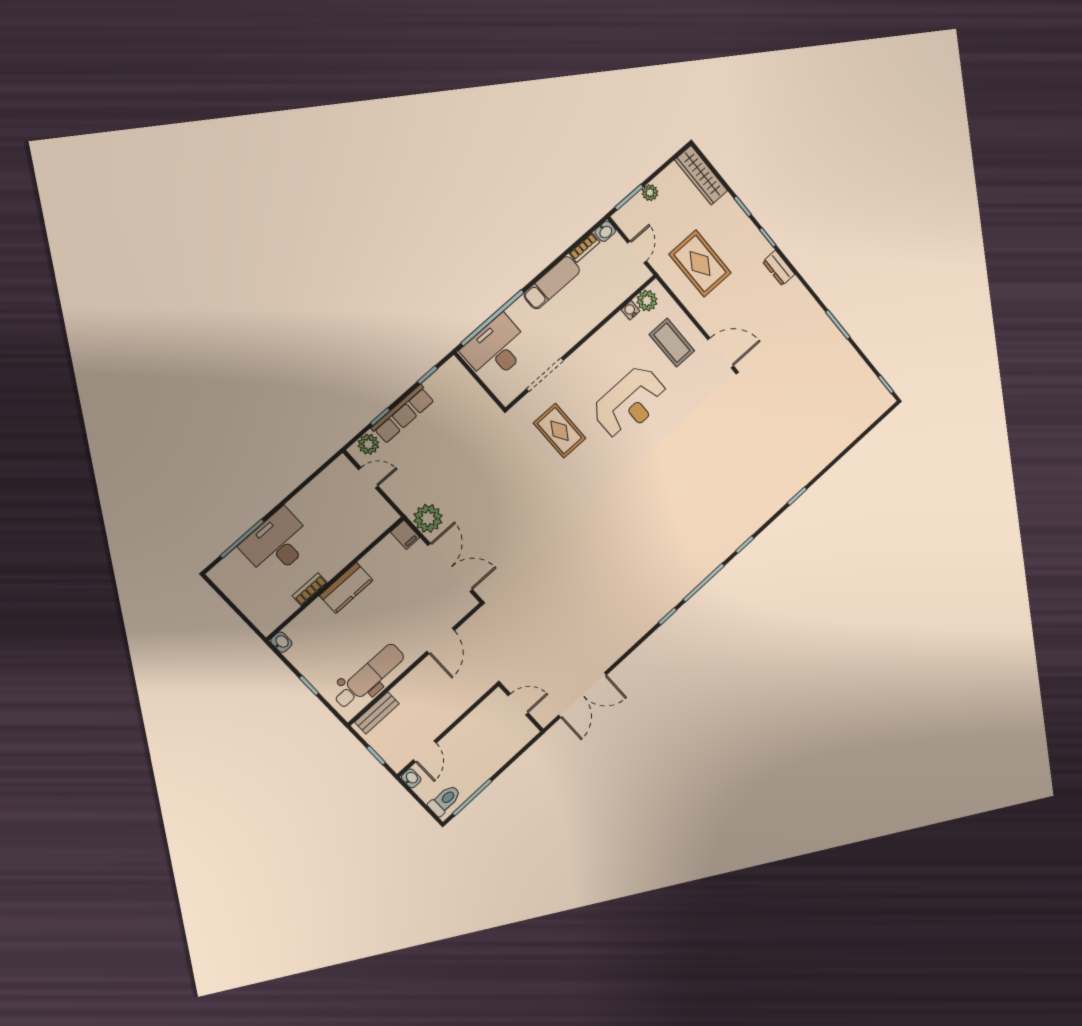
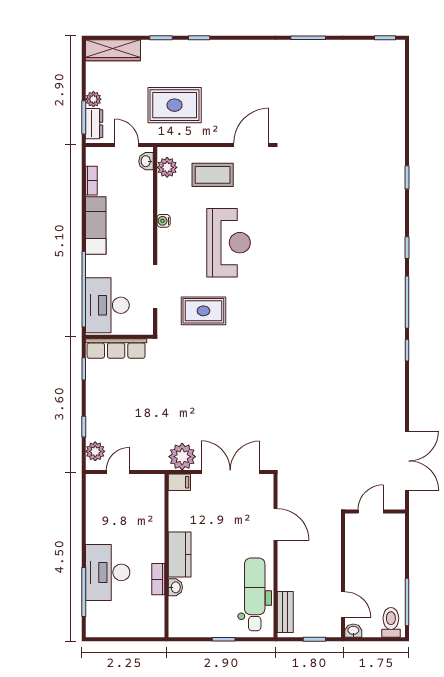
washbasin: (605, 231) -> (146, 161), moved, turned 180
dresser: (779, 268) -> (94, 124), moved, turned -90
water cooler: (630, 310) -> (164, 221), moved
row of seats: (403, 414) -> (116, 348), moved, turned 90
washbasin: (281, 642) -> (175, 587), moved, turned 90

